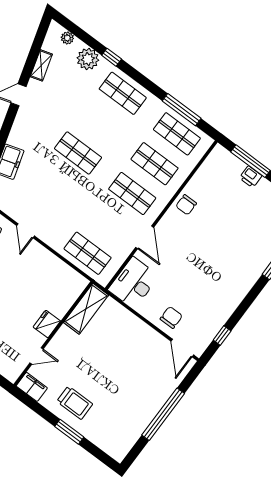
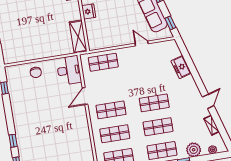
shop shelf: (100, 123) -> (158, 127), added
chair: (186, 205) -> (82, 130), removed
door: (145, 237) -> (85, 96), hinge flipped
door: (182, 348) -> (17, 64), removed

